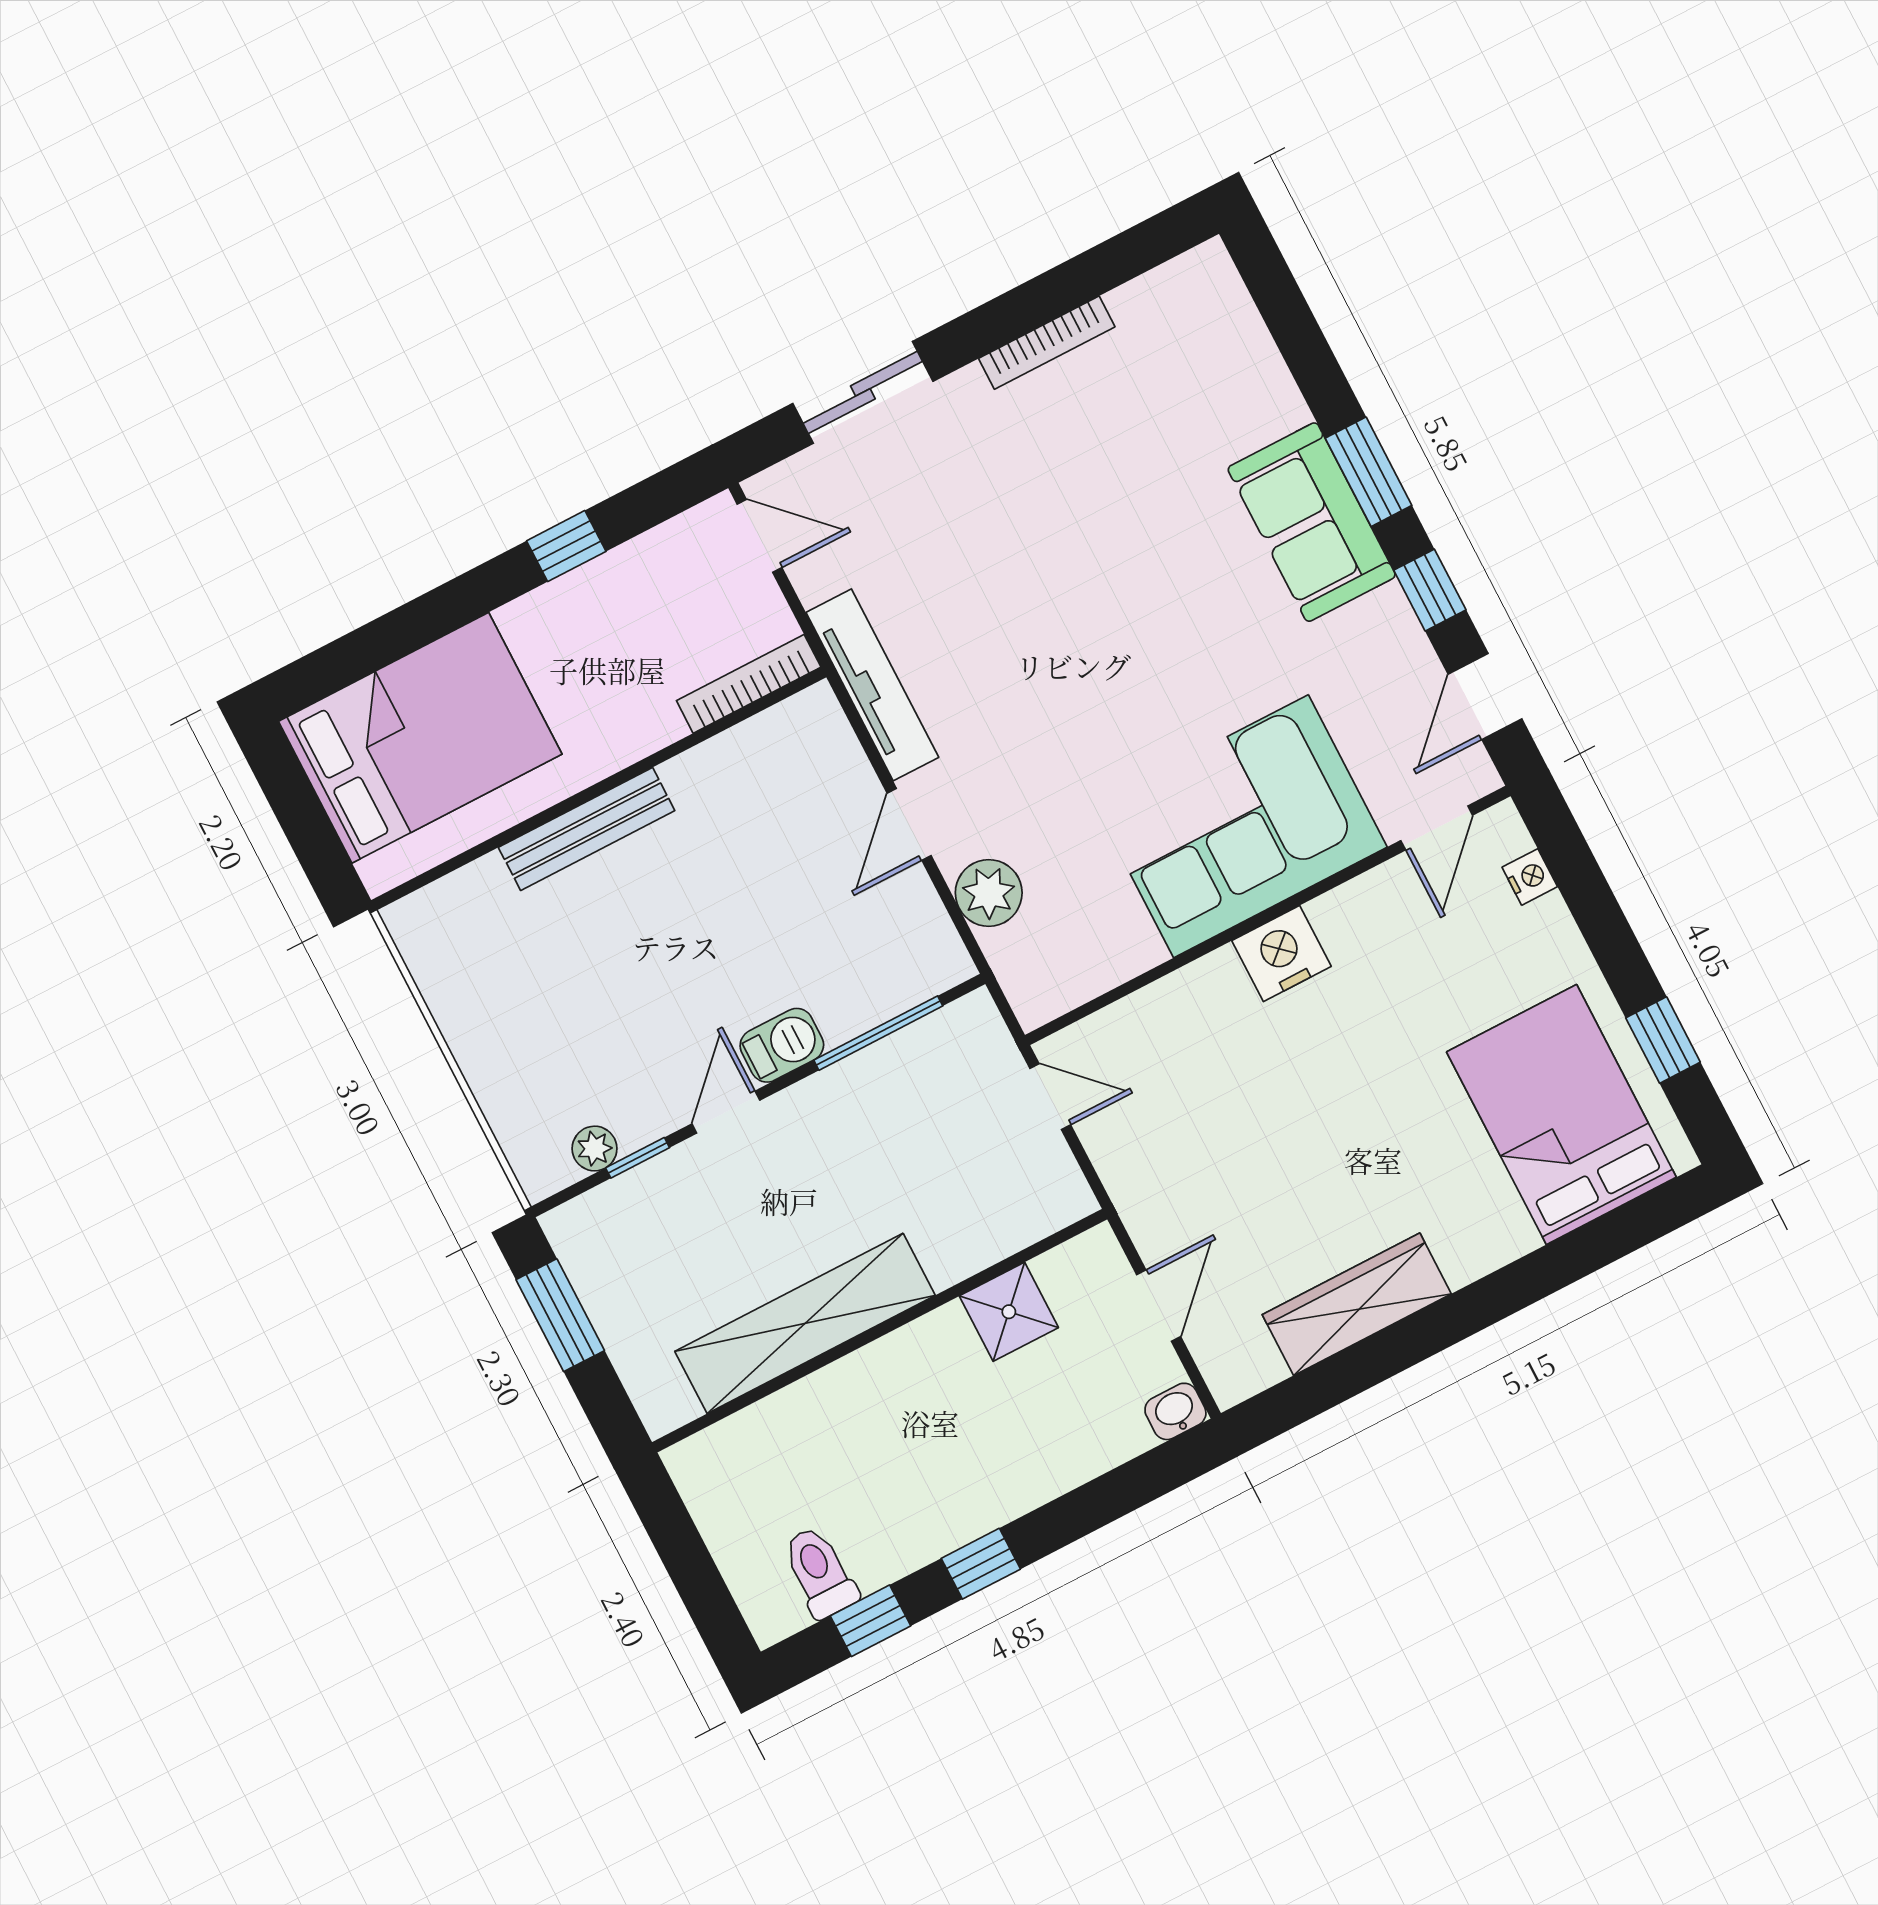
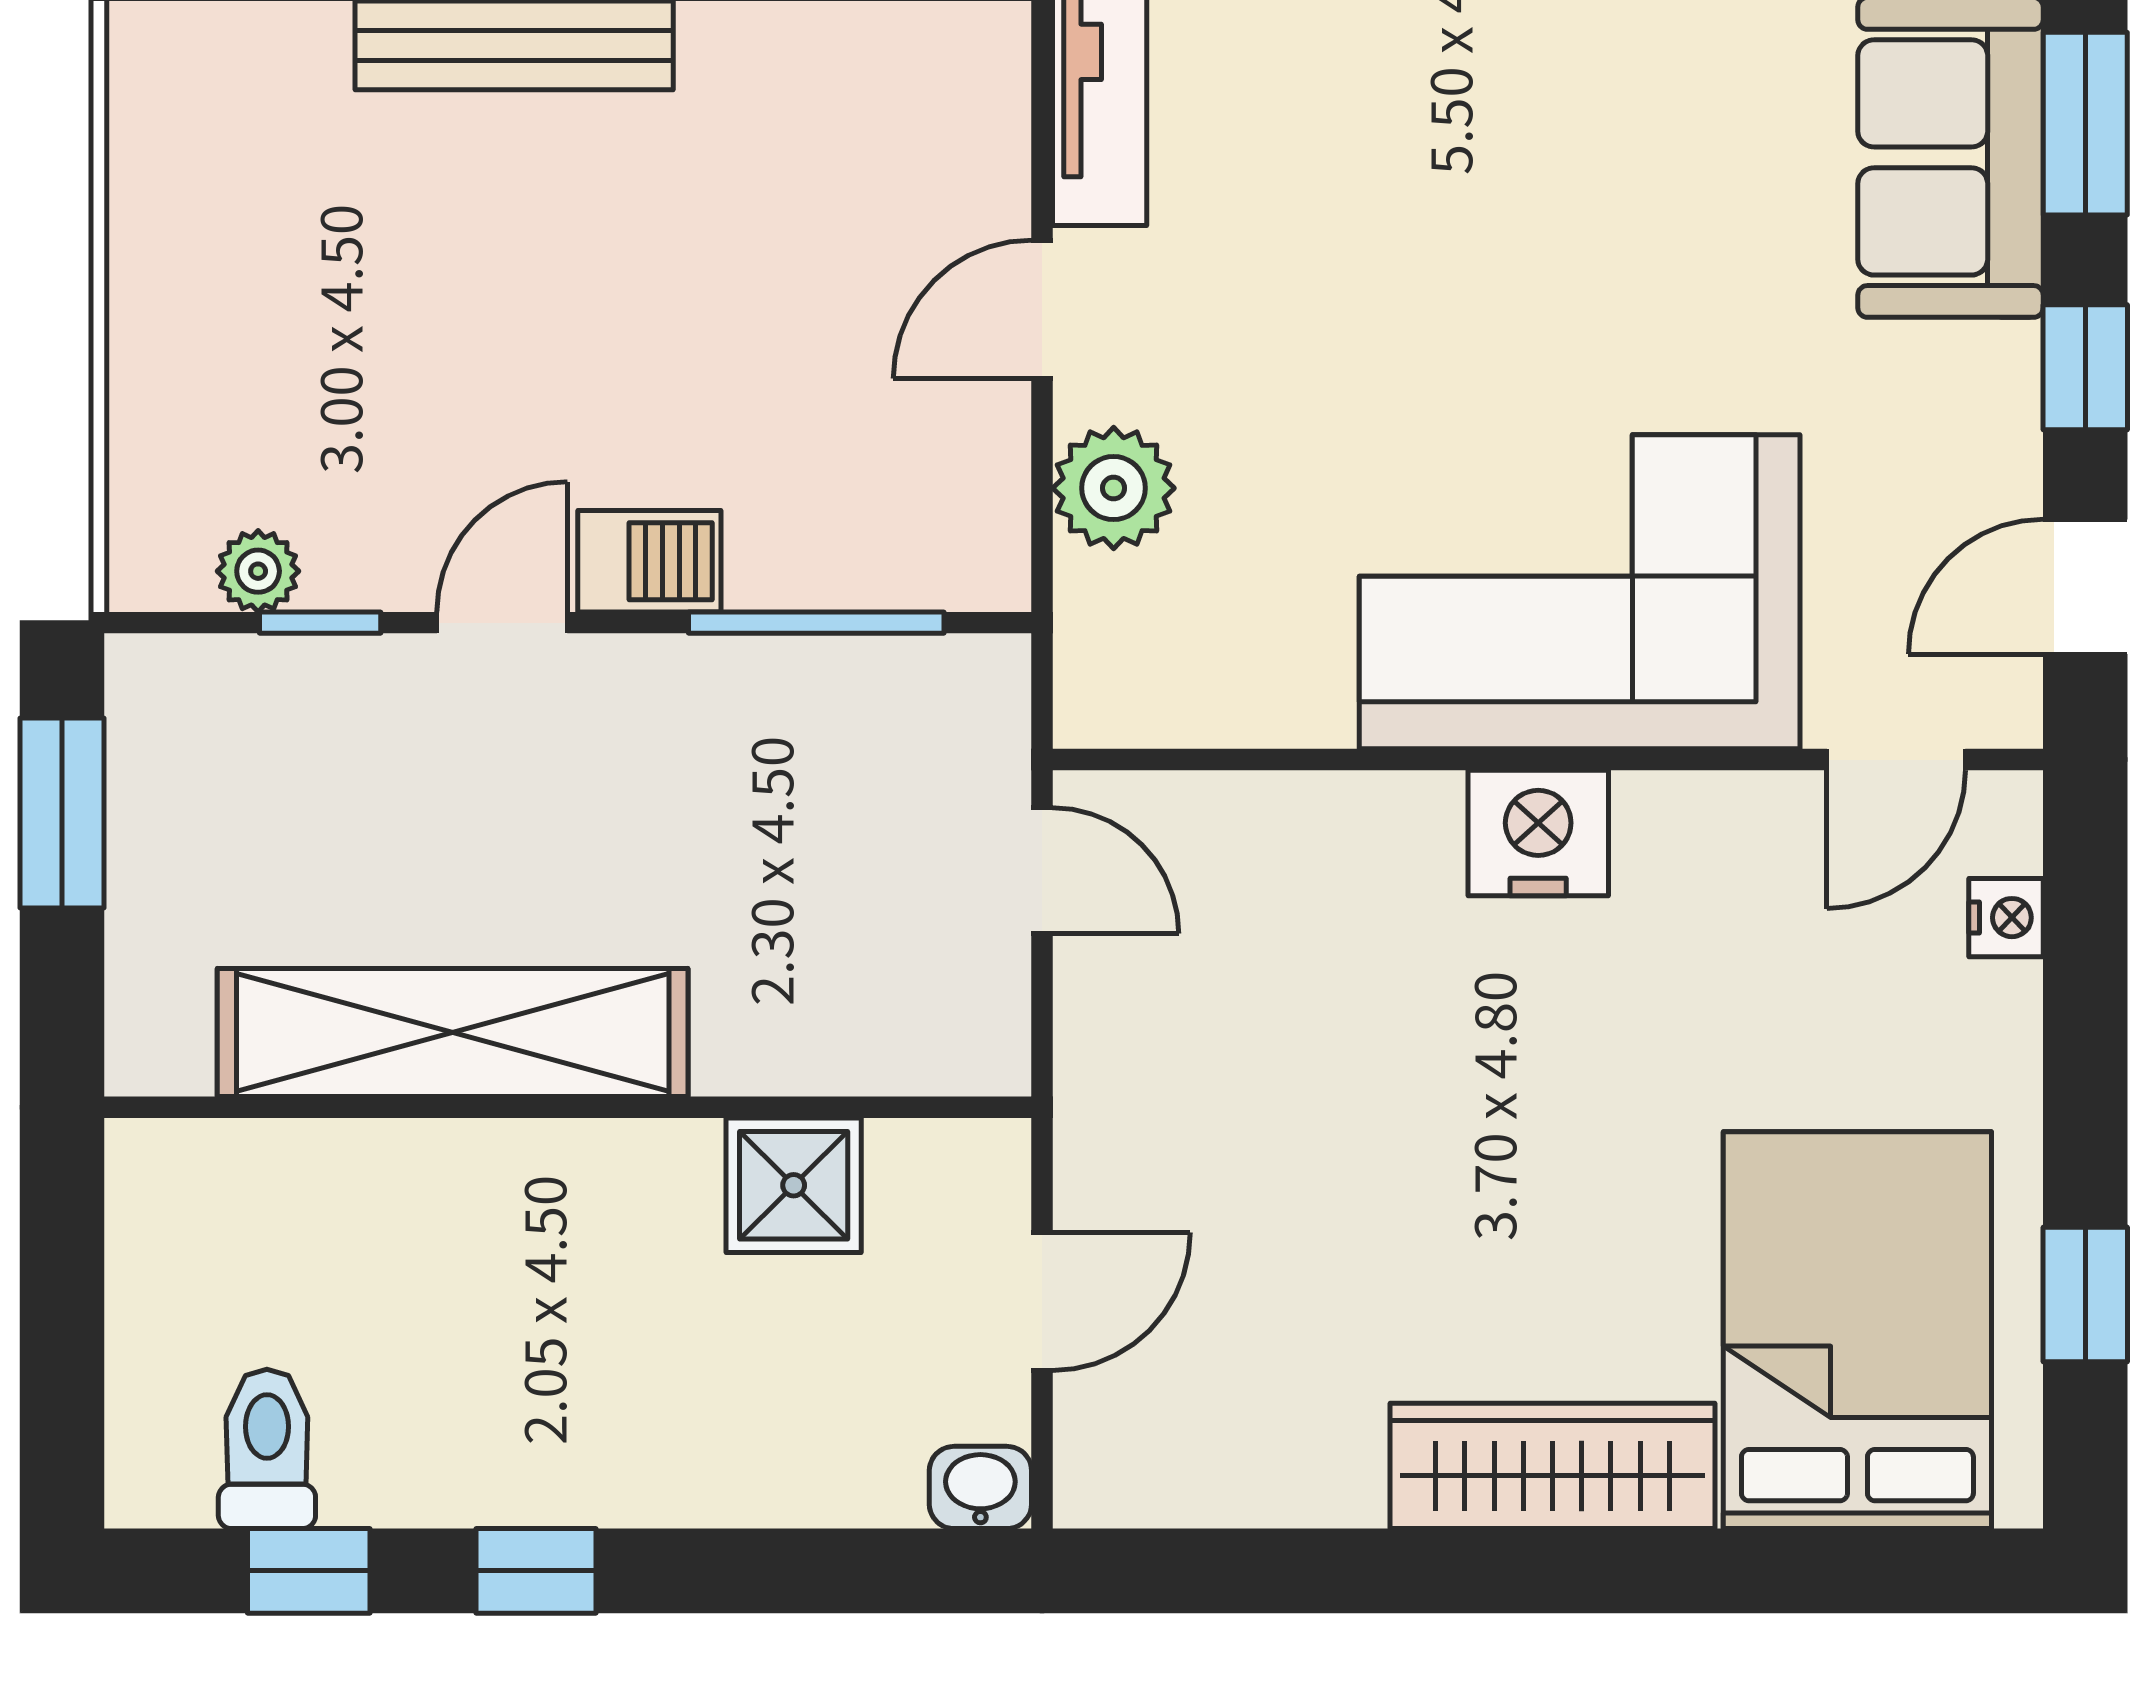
wardrobe: (1357, 1304) -> (1553, 1466), moved

